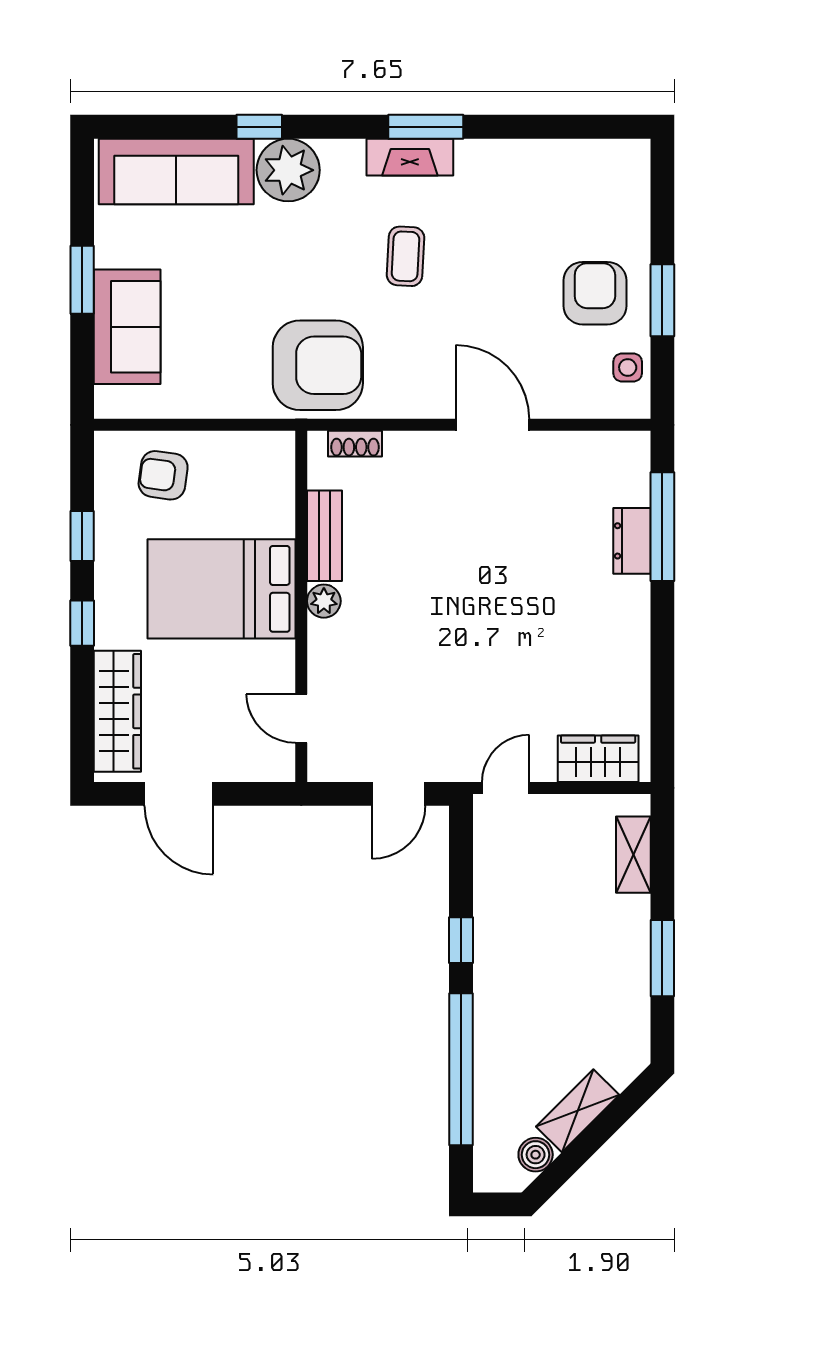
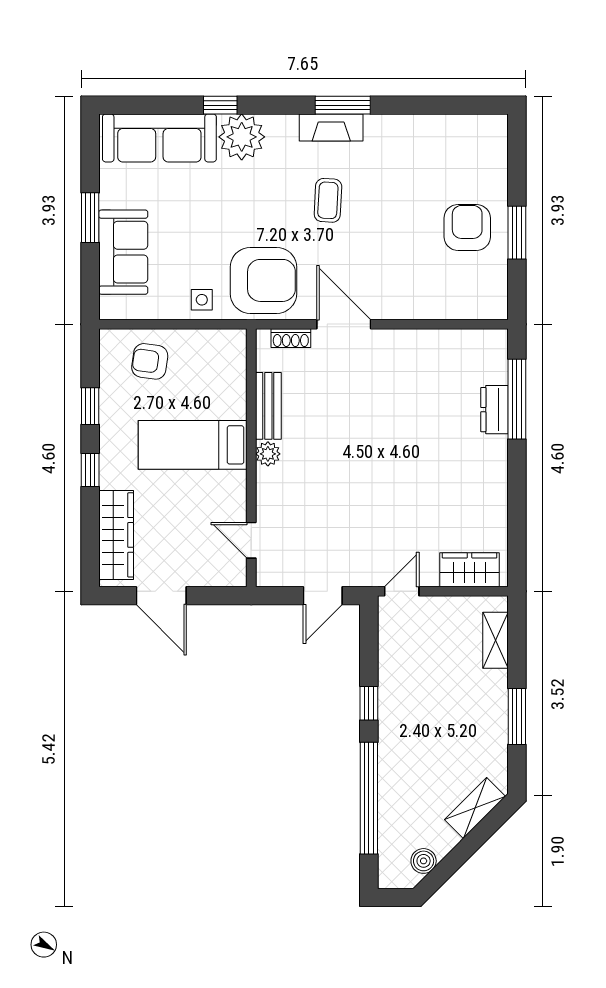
side table: (628, 367) -> (202, 300), moved
door: (492, 425) -> (344, 324), moved
bed: (221, 589) -> (193, 445), width x0.67
shelving: (578, 1111) -> (475, 808), moved

